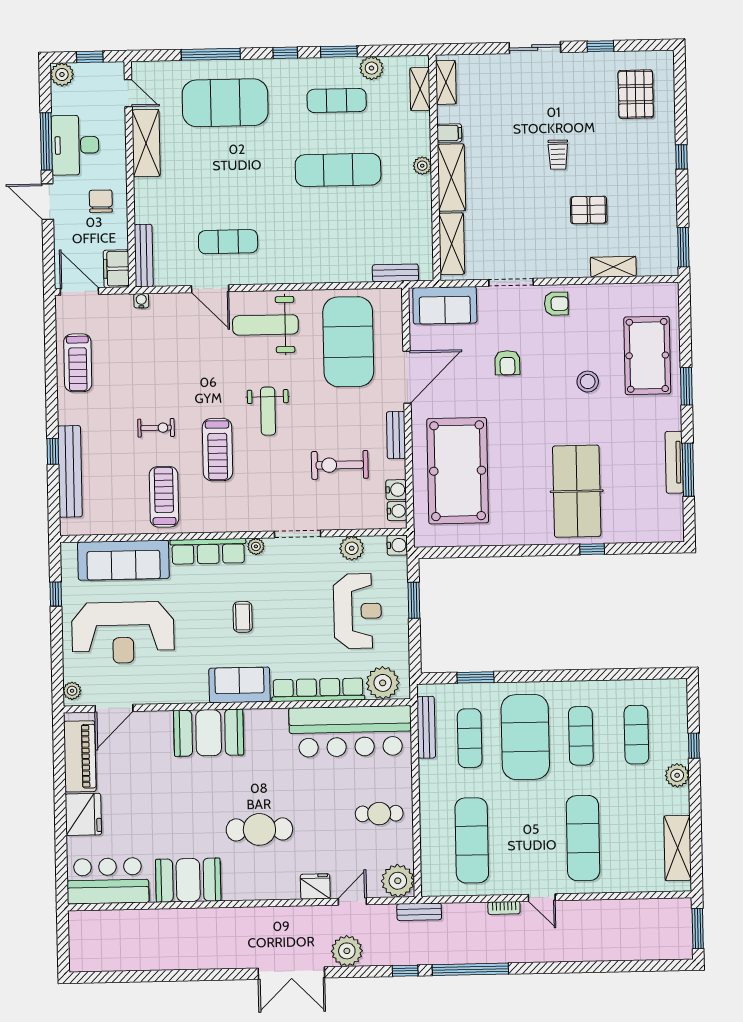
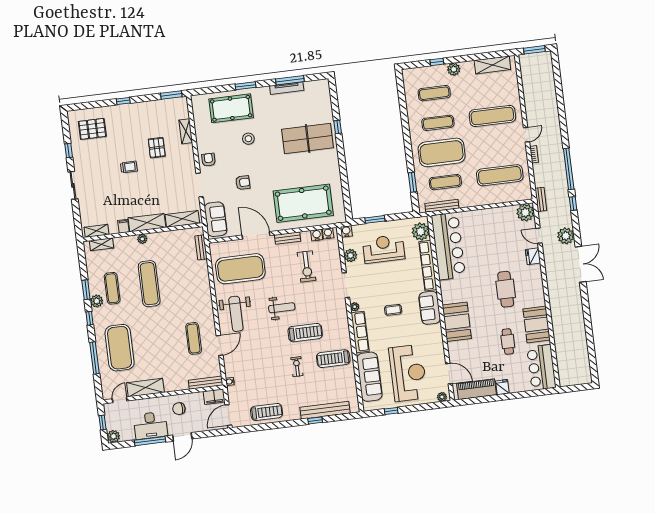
plant: (371, 68) -> (97, 301), moved
fridge: (83, 814) -> (502, 387), width x0.53, depth x0.75
cafe table: (379, 814) -> (508, 341), moved

